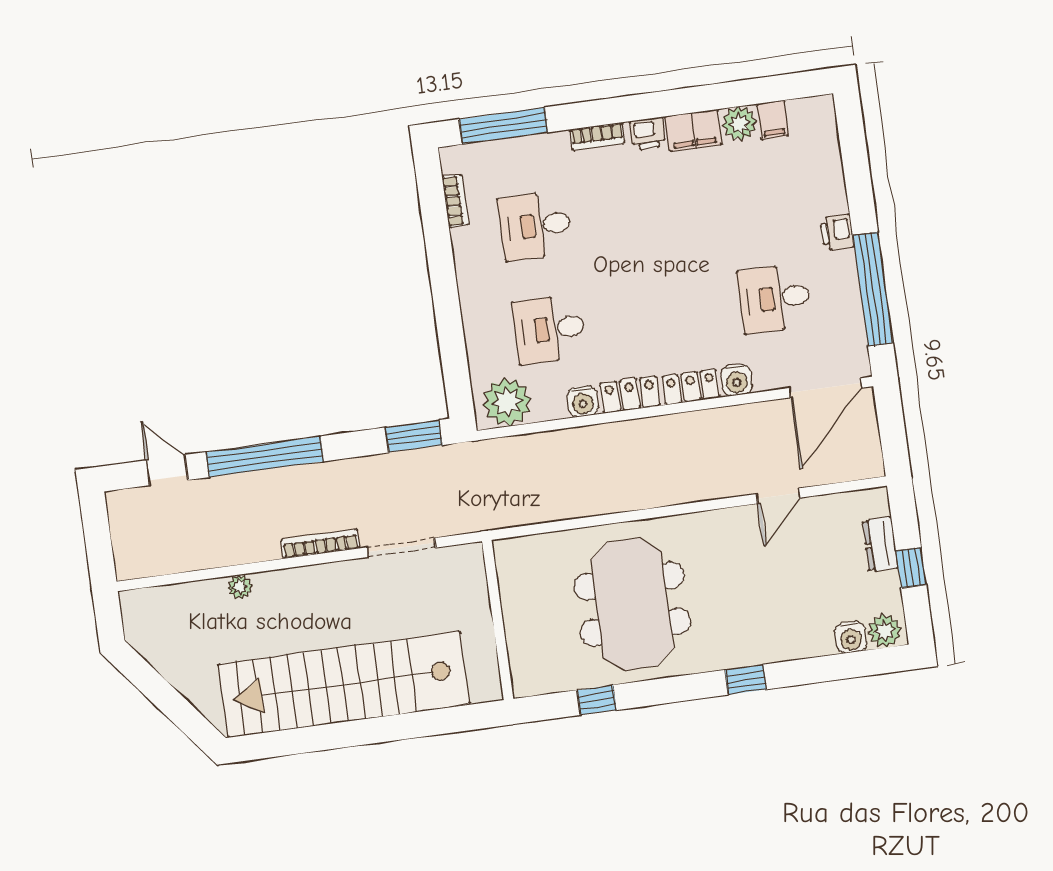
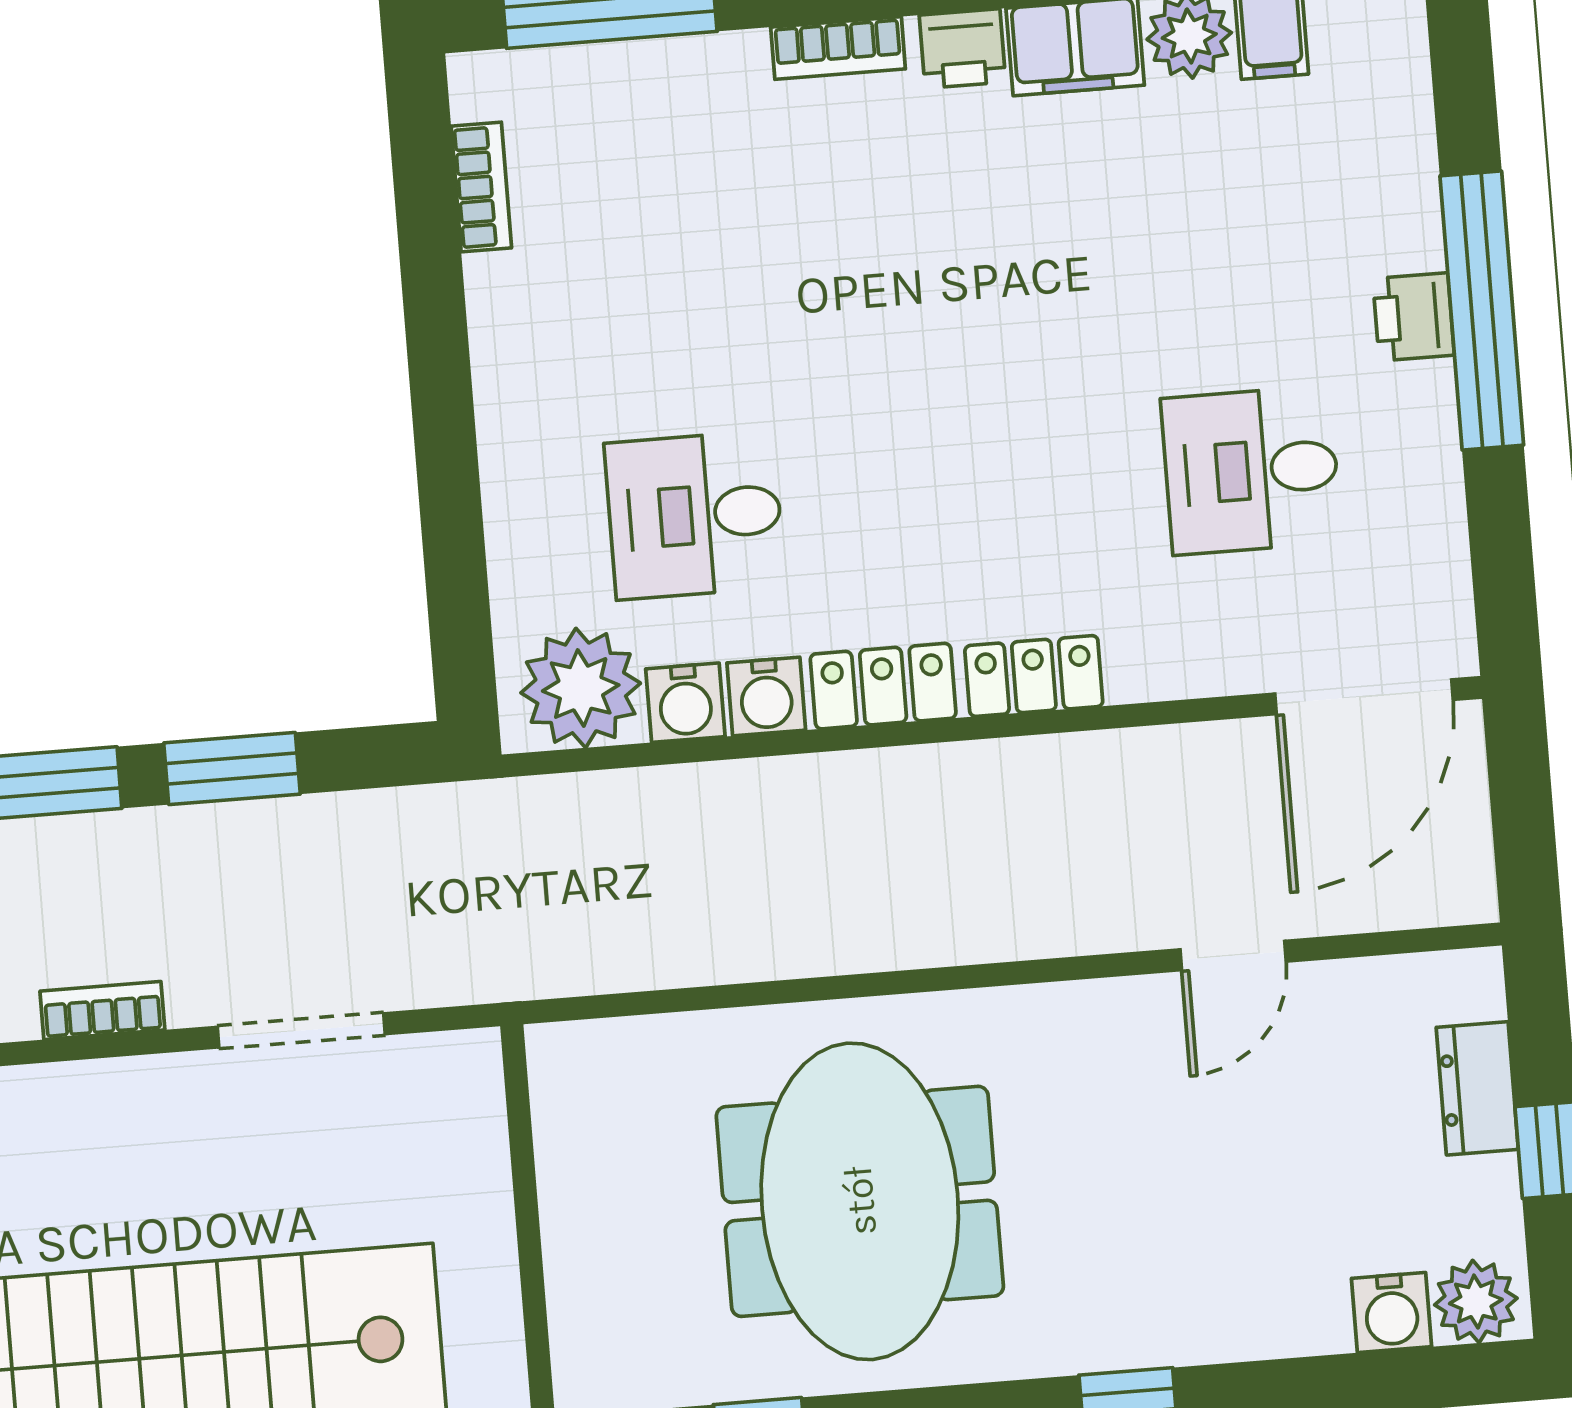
desk: (535, 226) -> (674, 259), removed
window: (873, 289) -> (1482, 310), moved
water cooler: (737, 380) -> (685, 703), moved
window: (414, 436) -> (232, 768), moved
bookcase: (320, 544) -> (102, 1010), width x0.64

